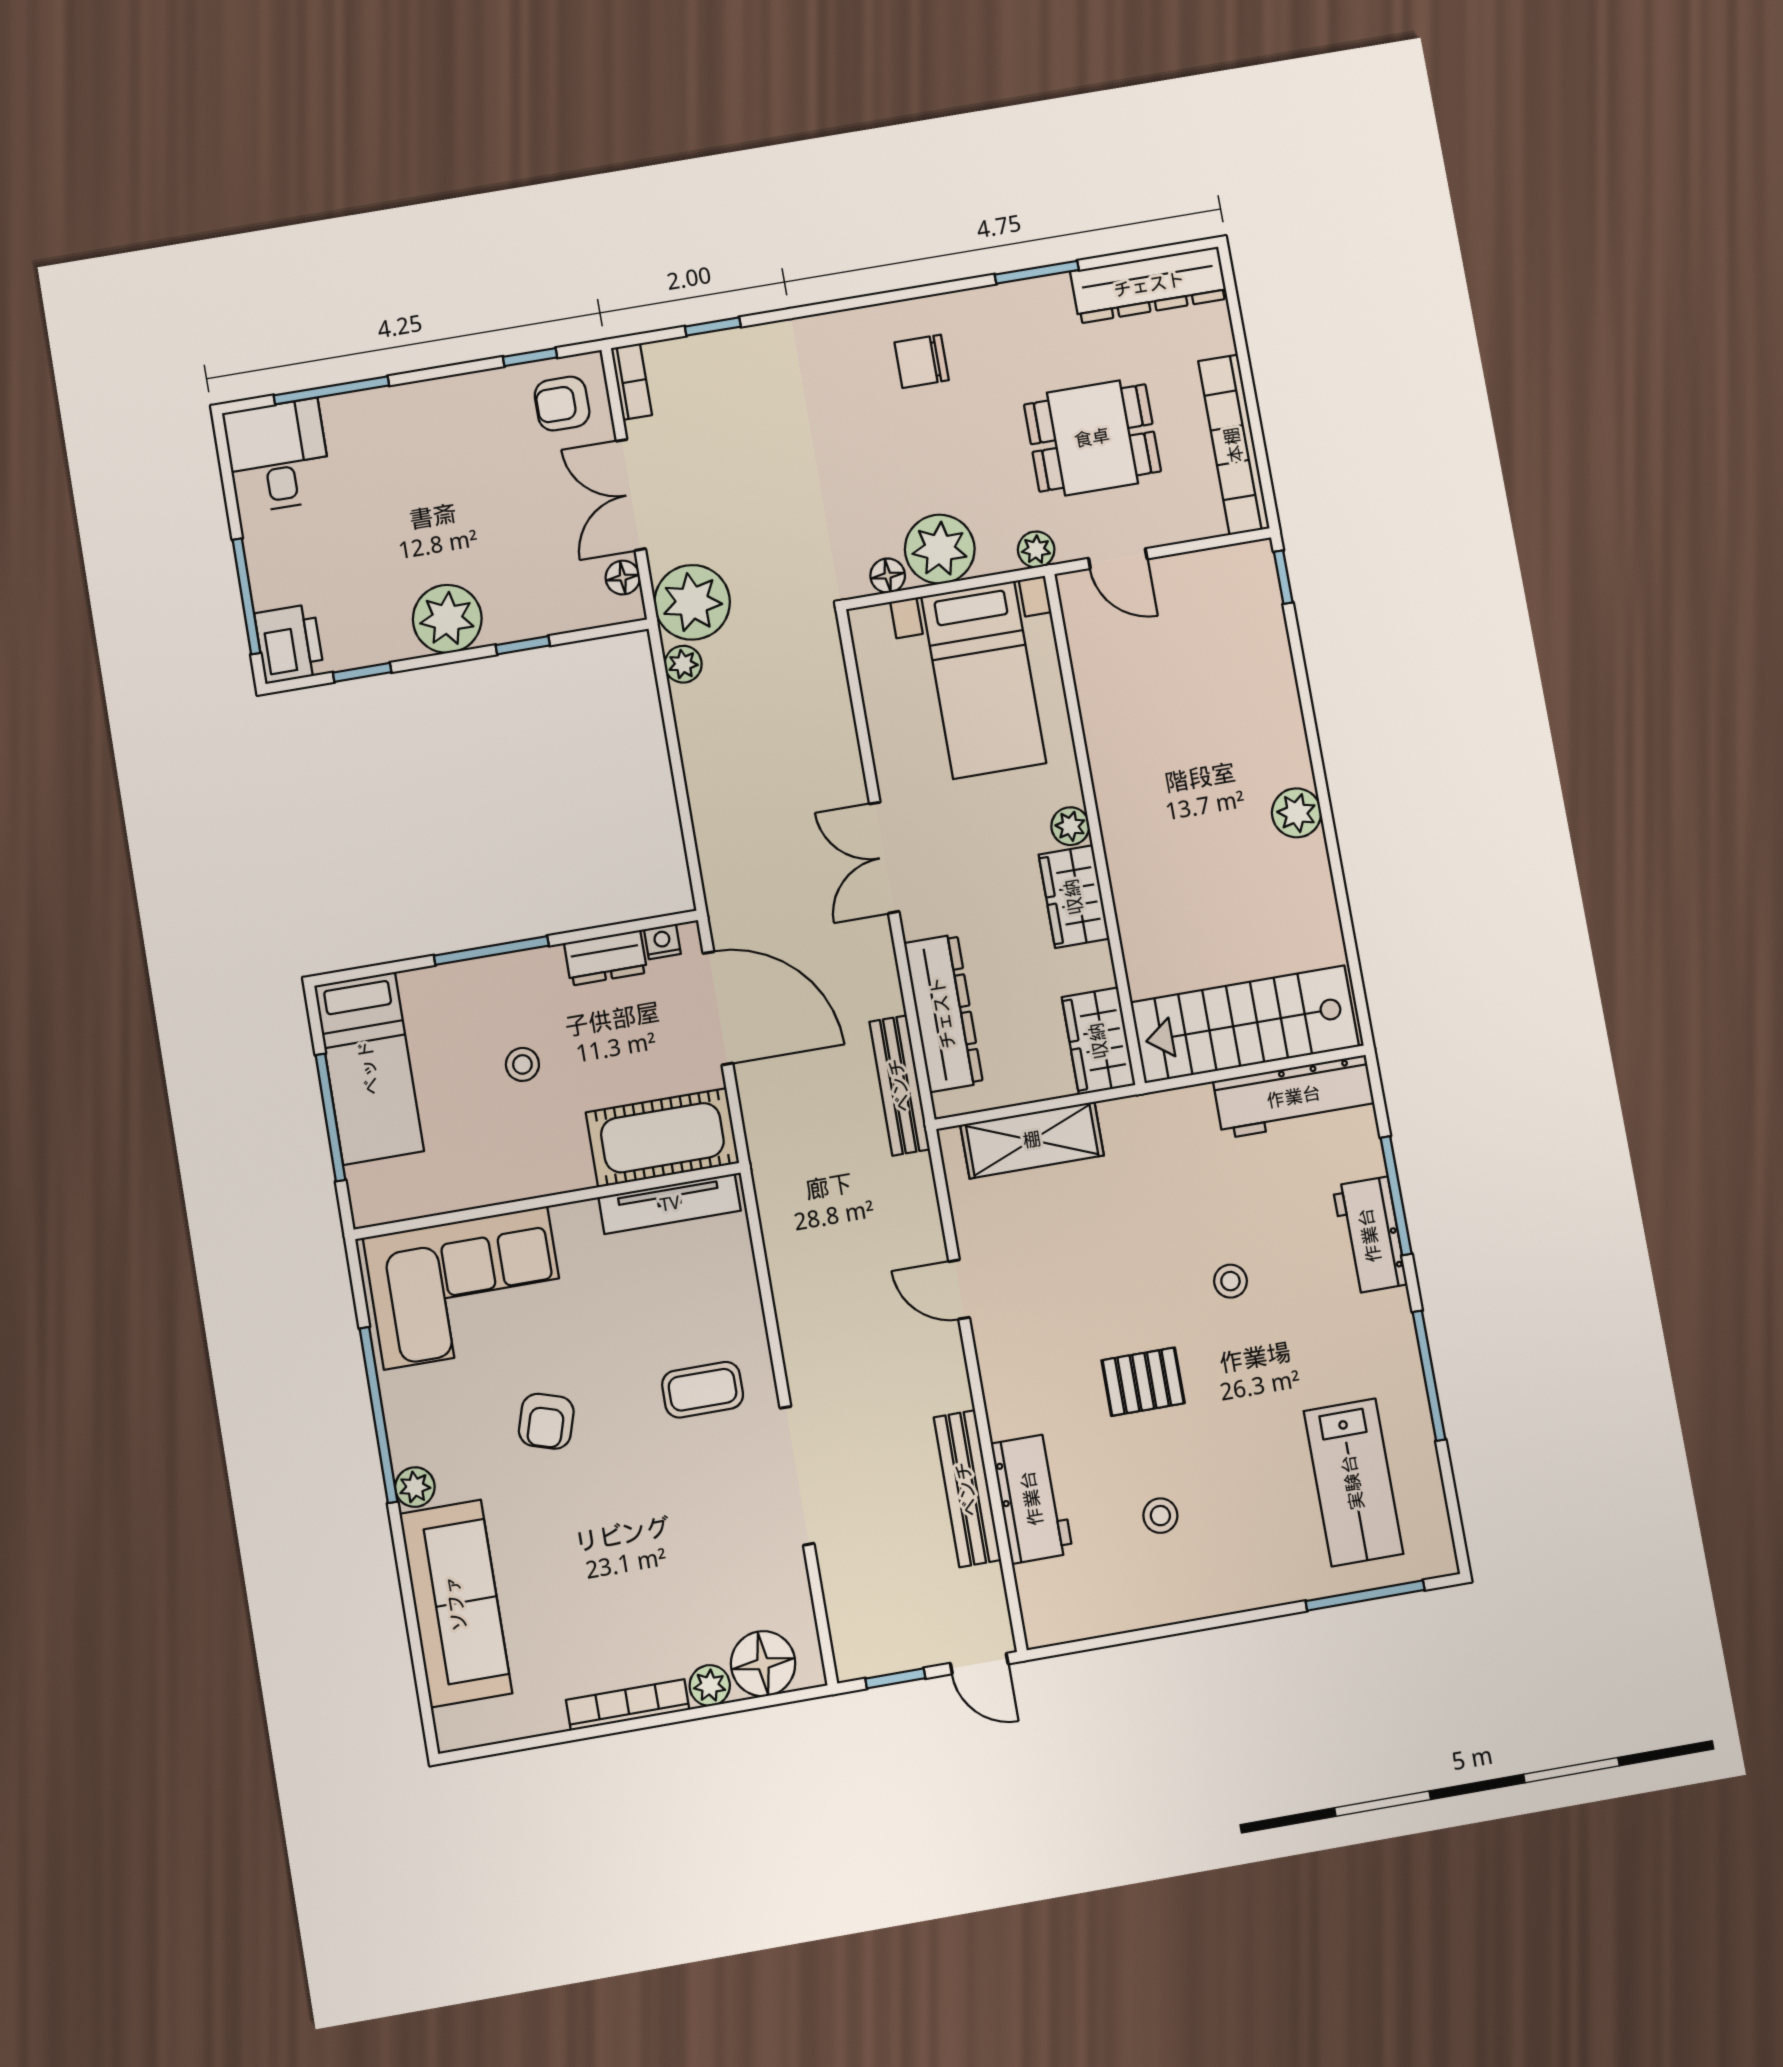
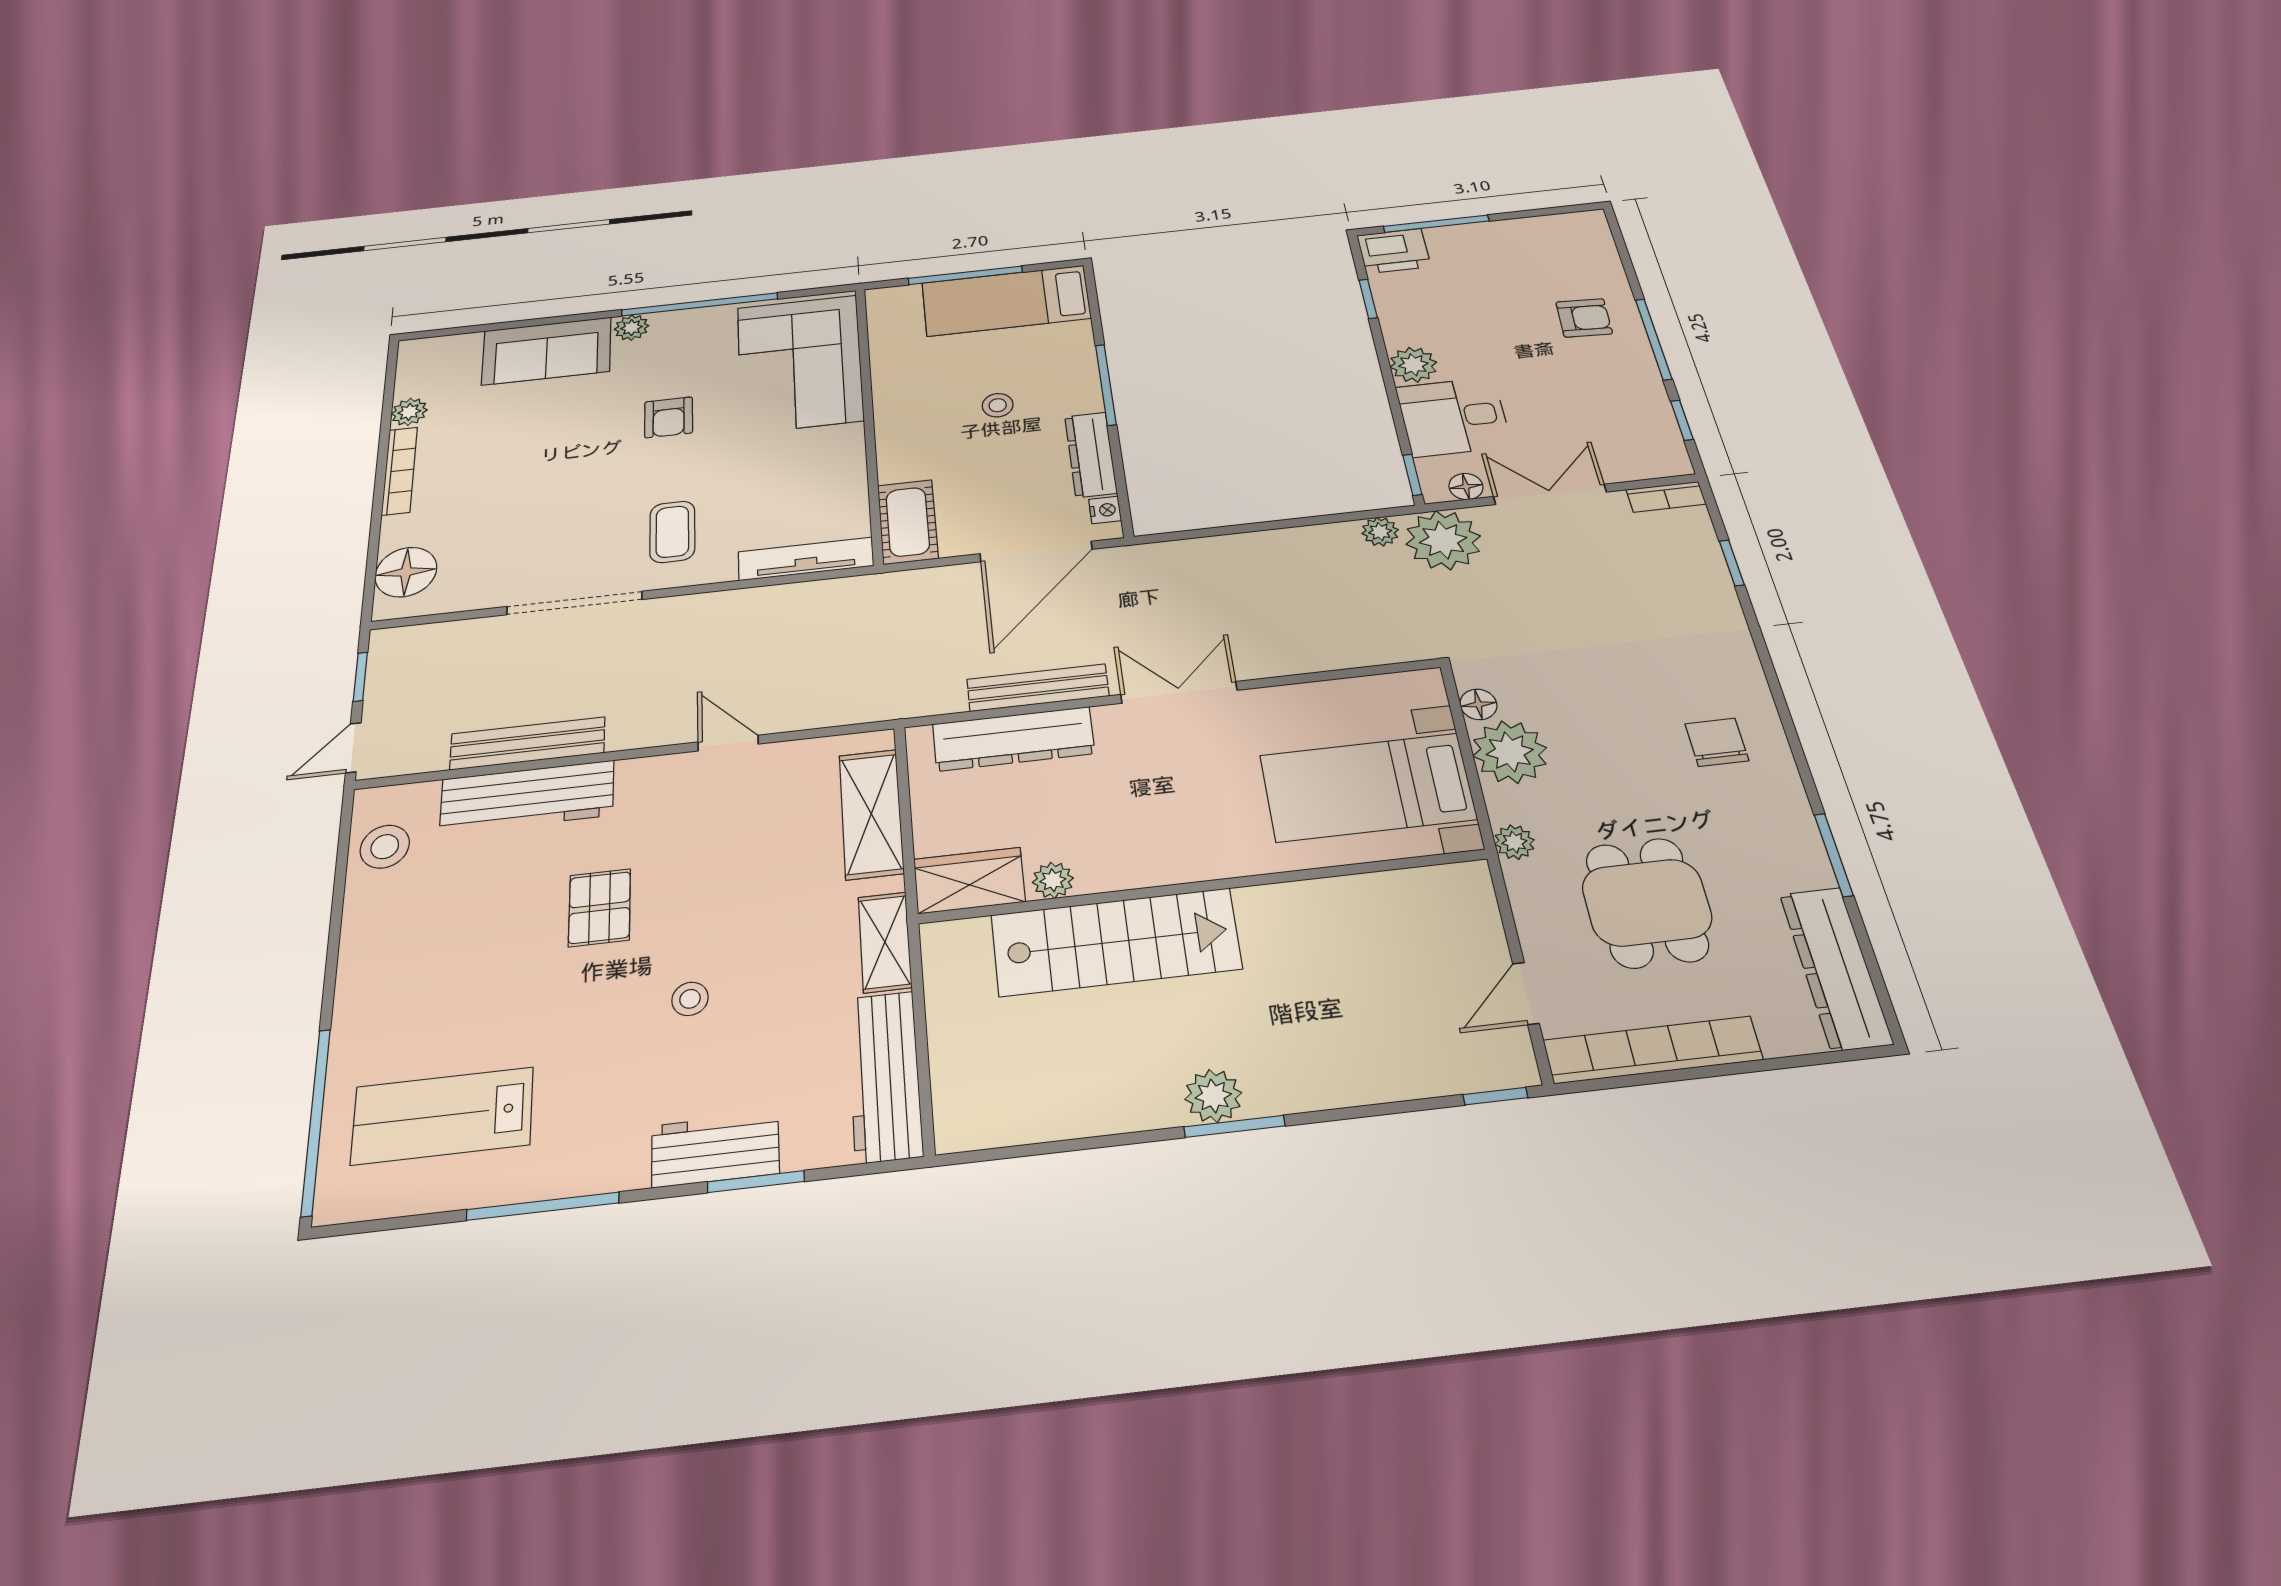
window: (331, 390) -> (1654, 339), moved
armchair: (562, 404) -> (1584, 318), moved, turned 93
desk: (278, 456) -> (1453, 417), moved, turned 180
door: (1118, 559) -> (1526, 993), moved
plant: (447, 619) -> (1413, 365), width x0.73, depth x0.73
window: (523, 645) -> (1412, 475), moved
window: (1323, 794) -> (1234, 1126), added
plant: (1070, 826) -> (1053, 880), moved
wardrobe: (1074, 897) -> (1128, 863), removed
dresser: (606, 958) -> (1091, 455), width x1.44
stairs: (1245, 1024) -> (1116, 942), moved, turned 90
bench: (900, 1085) -> (1038, 688), moved
shelving: (1165, 1112) -> (885, 942), added
cot: (662, 1138) -> (908, 522), width x0.73, depth x0.75
window: (1396, 1196) -> (756, 1182), width x0.69
tv unit: (670, 1204) -> (806, 559), moved, turned 90
door: (959, 1289) -> (728, 743), hinge flipped
armchair: (546, 1421) -> (669, 417), turned -107
workbench: (1032, 1498) -> (527, 797), width x1.37
stool: (1160, 1516) -> (385, 847), moved, width x1.37, depth x1.37
window: (1365, 1596) -> (316, 1121), width x1.46
sofa: (456, 1603) -> (547, 351), width x0.73
plant: (710, 1686) -> (409, 412), moved

